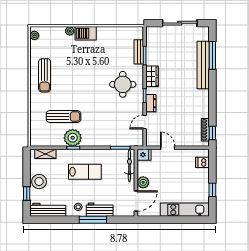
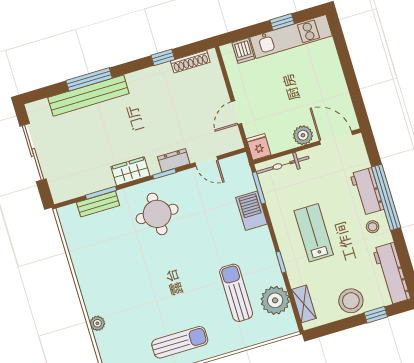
barbecue: (86, 33) -> (252, 211), moved, turned 180
window: (212, 55) -> (89, 79), moved
window: (212, 133) -> (163, 57), moved
plant: (73, 138) -> (275, 300), moved
kitchen unit: (184, 210) -> (291, 37), moved, turned -90
window: (93, 220) -> (386, 197), width x1.46

